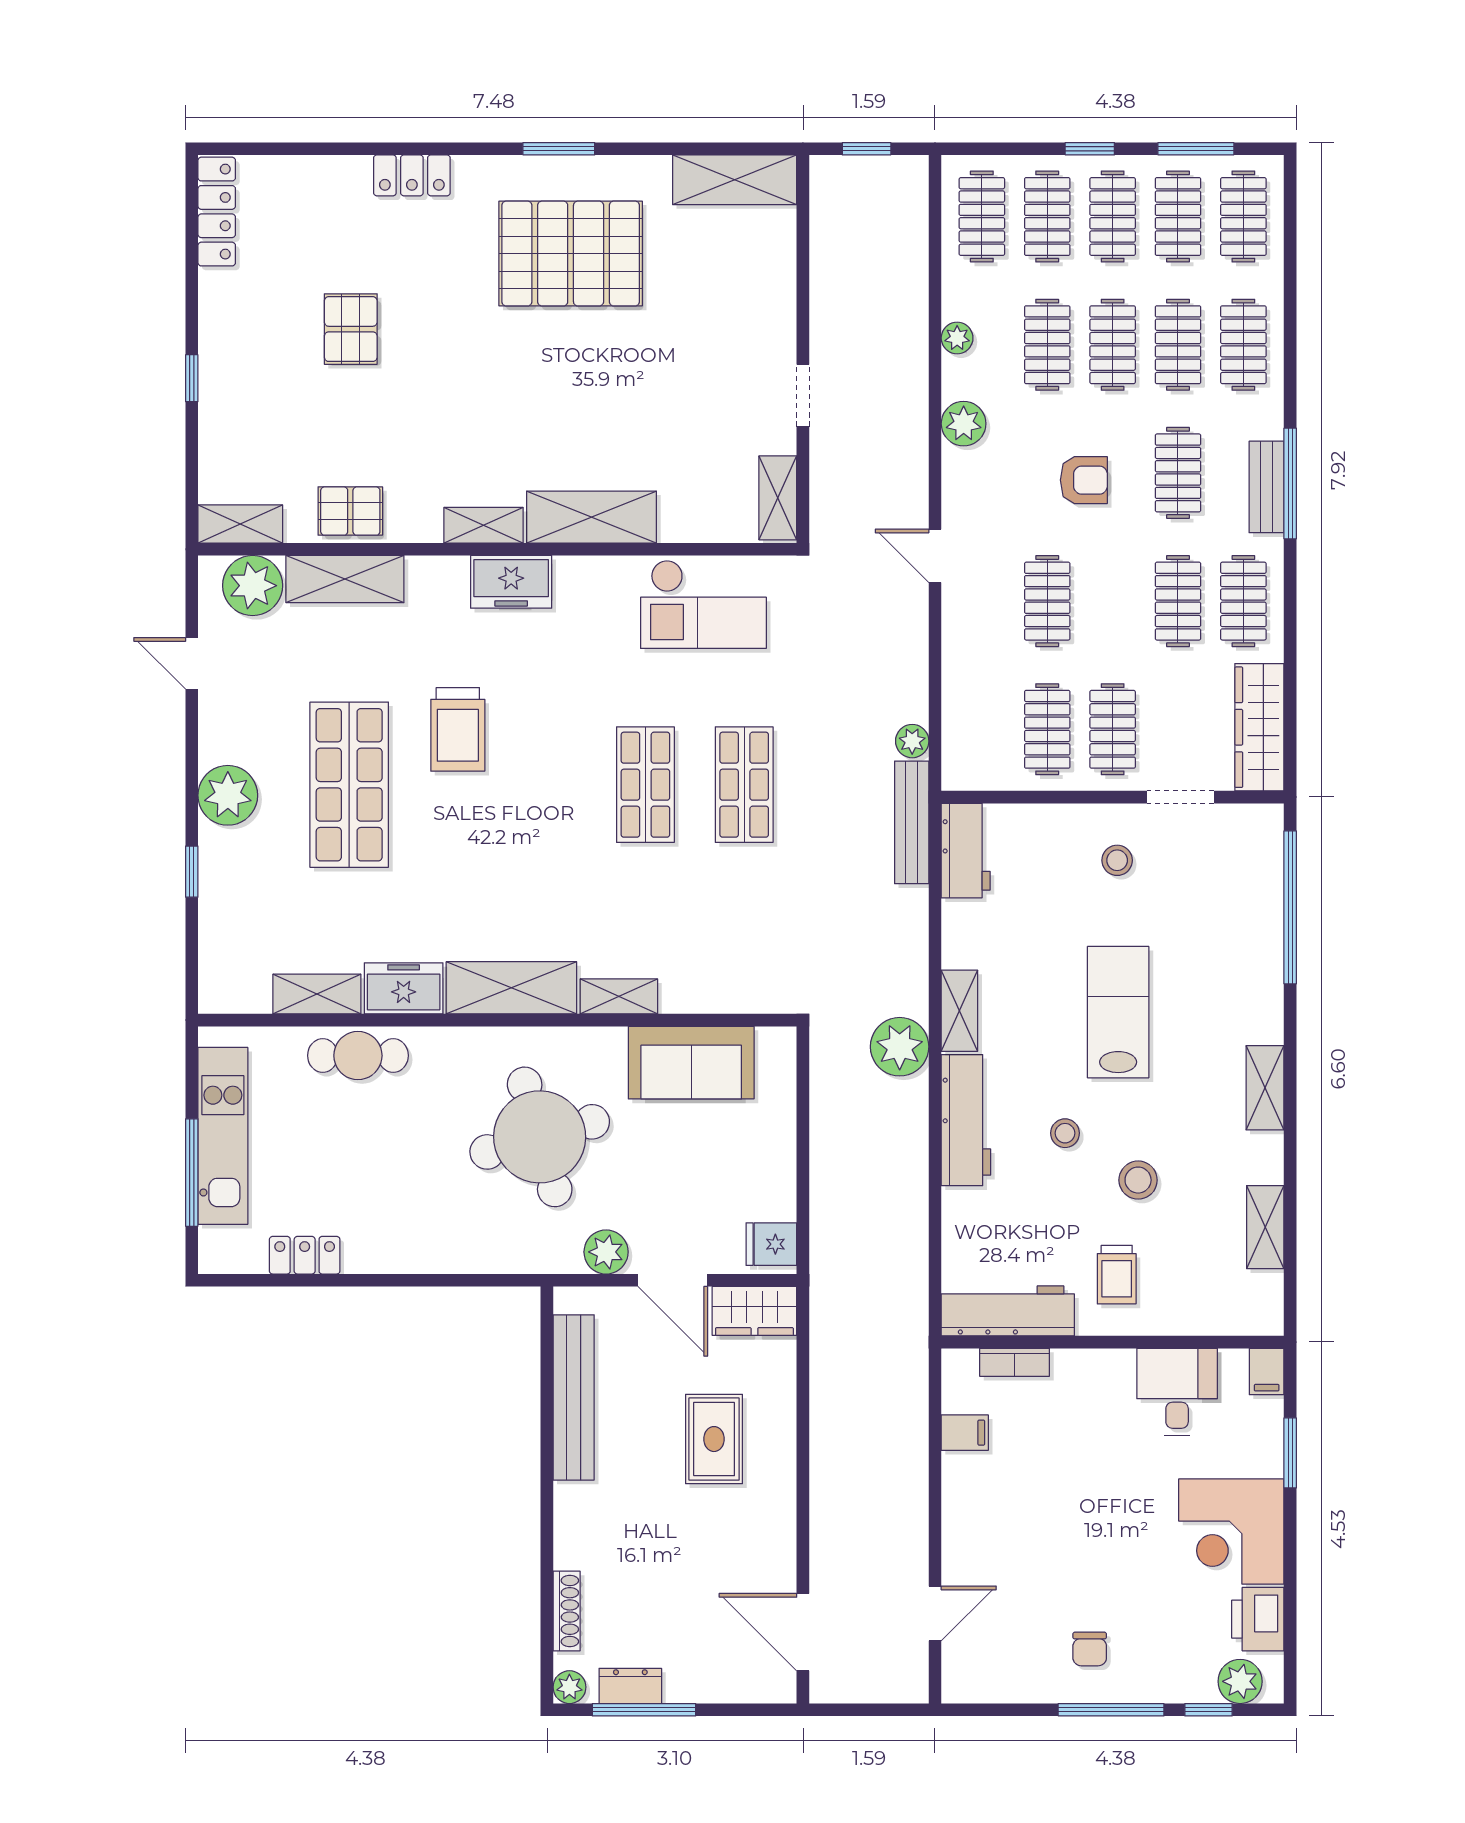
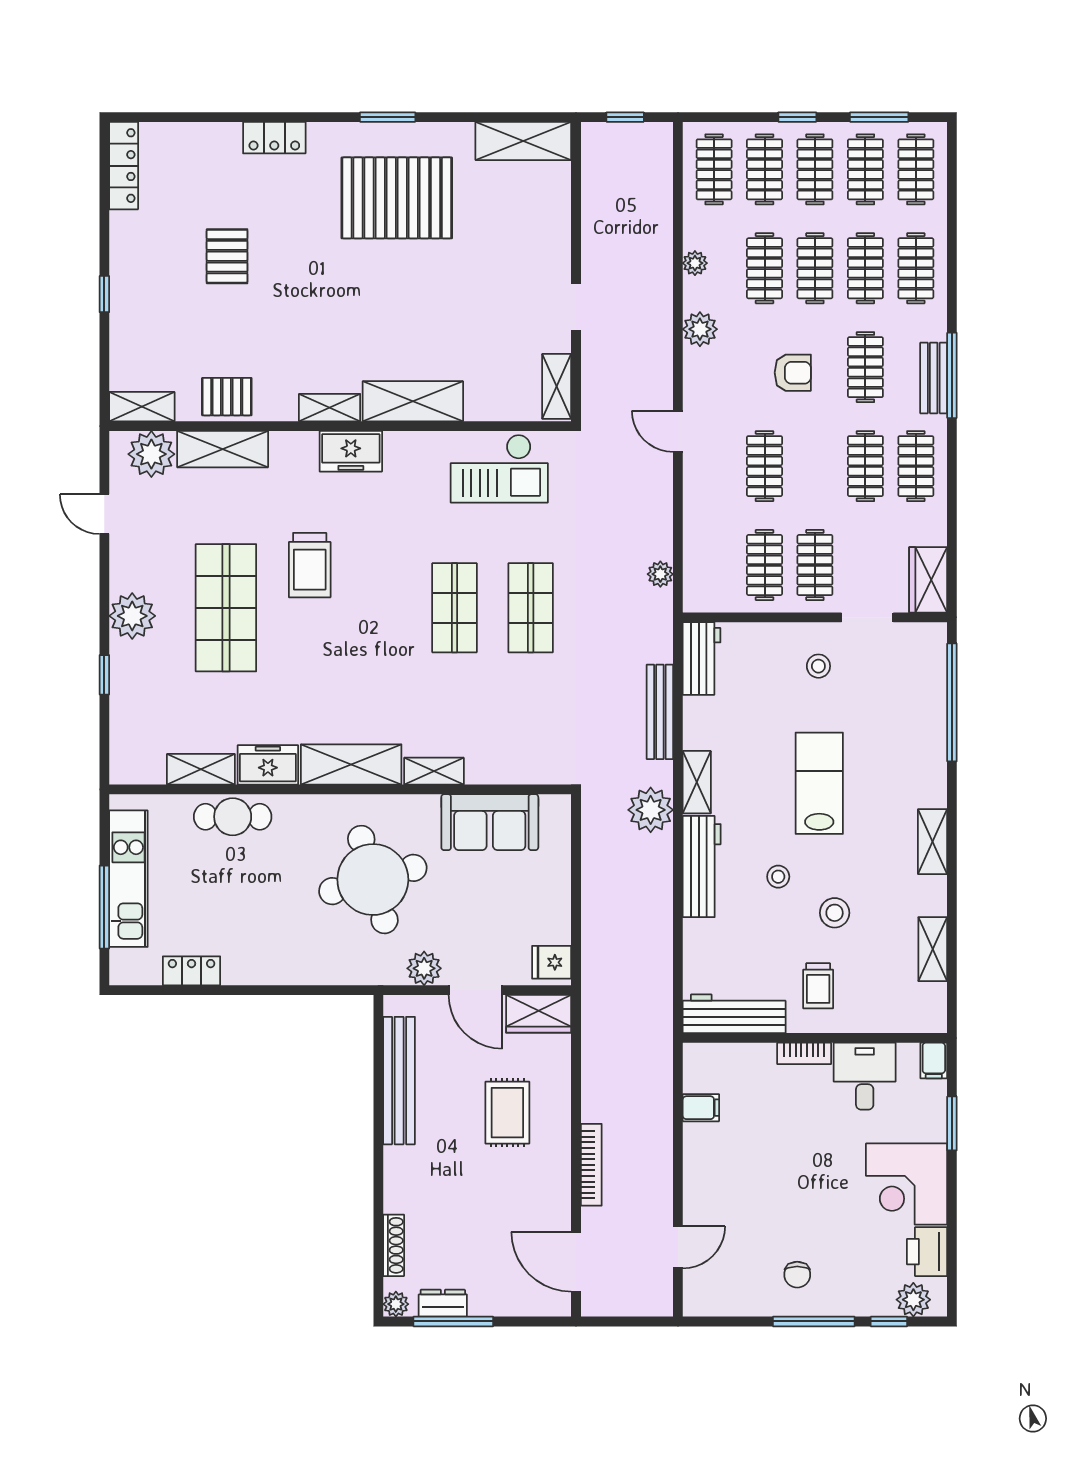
wardrobe: (1259, 727) -> (928, 580), width x0.67
bench: (912, 822) -> (660, 712), moved
bookcase: (1015, 1362) -> (804, 1053), moved
bookcase: (823, 1507) -> (591, 1165), added

